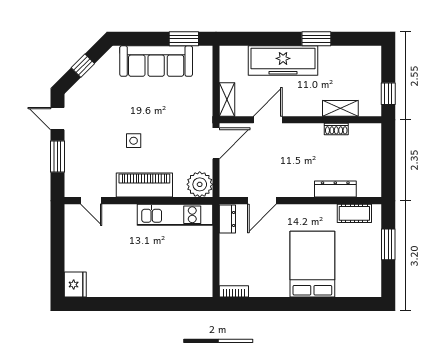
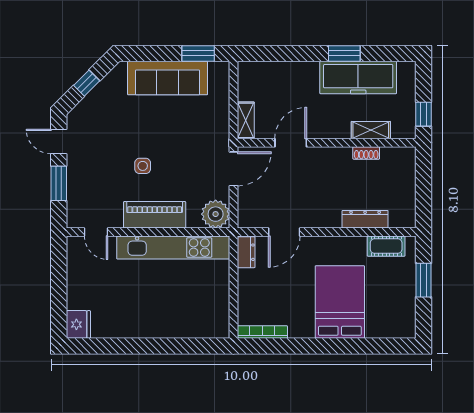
freezer: (283, 61) -> (358, 77), moved
kitchen unit: (175, 215) -> (173, 247), width x1.36
bookcase: (234, 291) -> (262, 332), width x1.56

